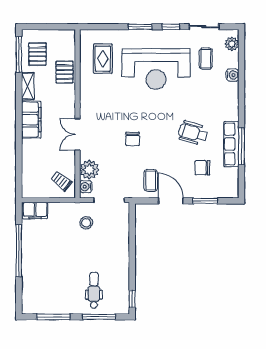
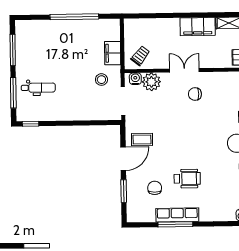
wheelchair: (193, 133) -> (187, 179), turned 74
chair: (132, 139) -> (195, 94), moved
filing cabinet: (35, 211) -> (113, 53), moved

